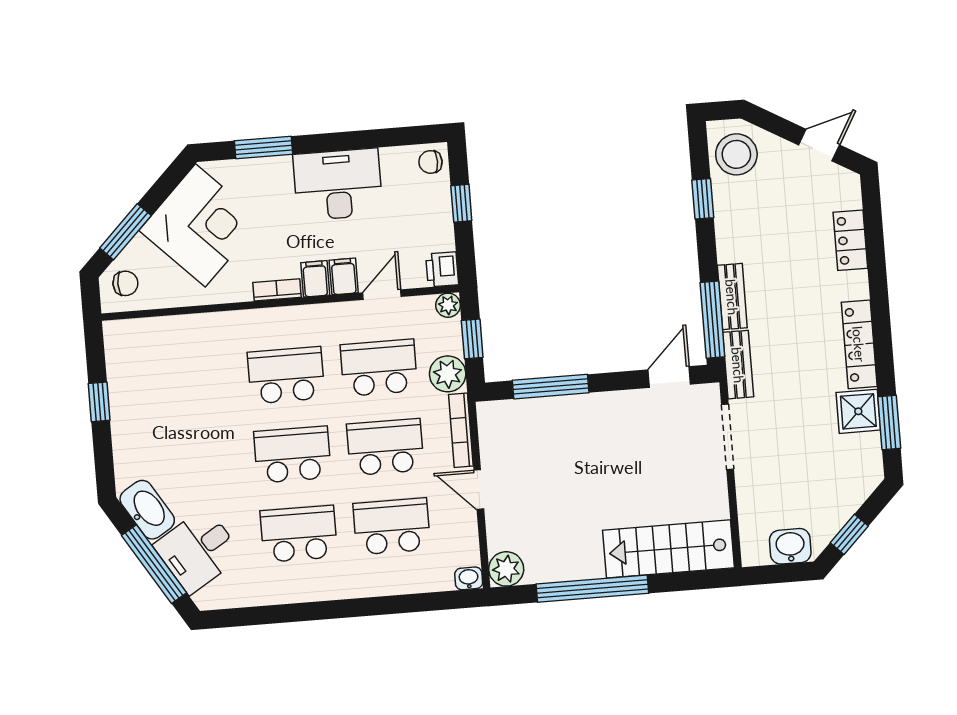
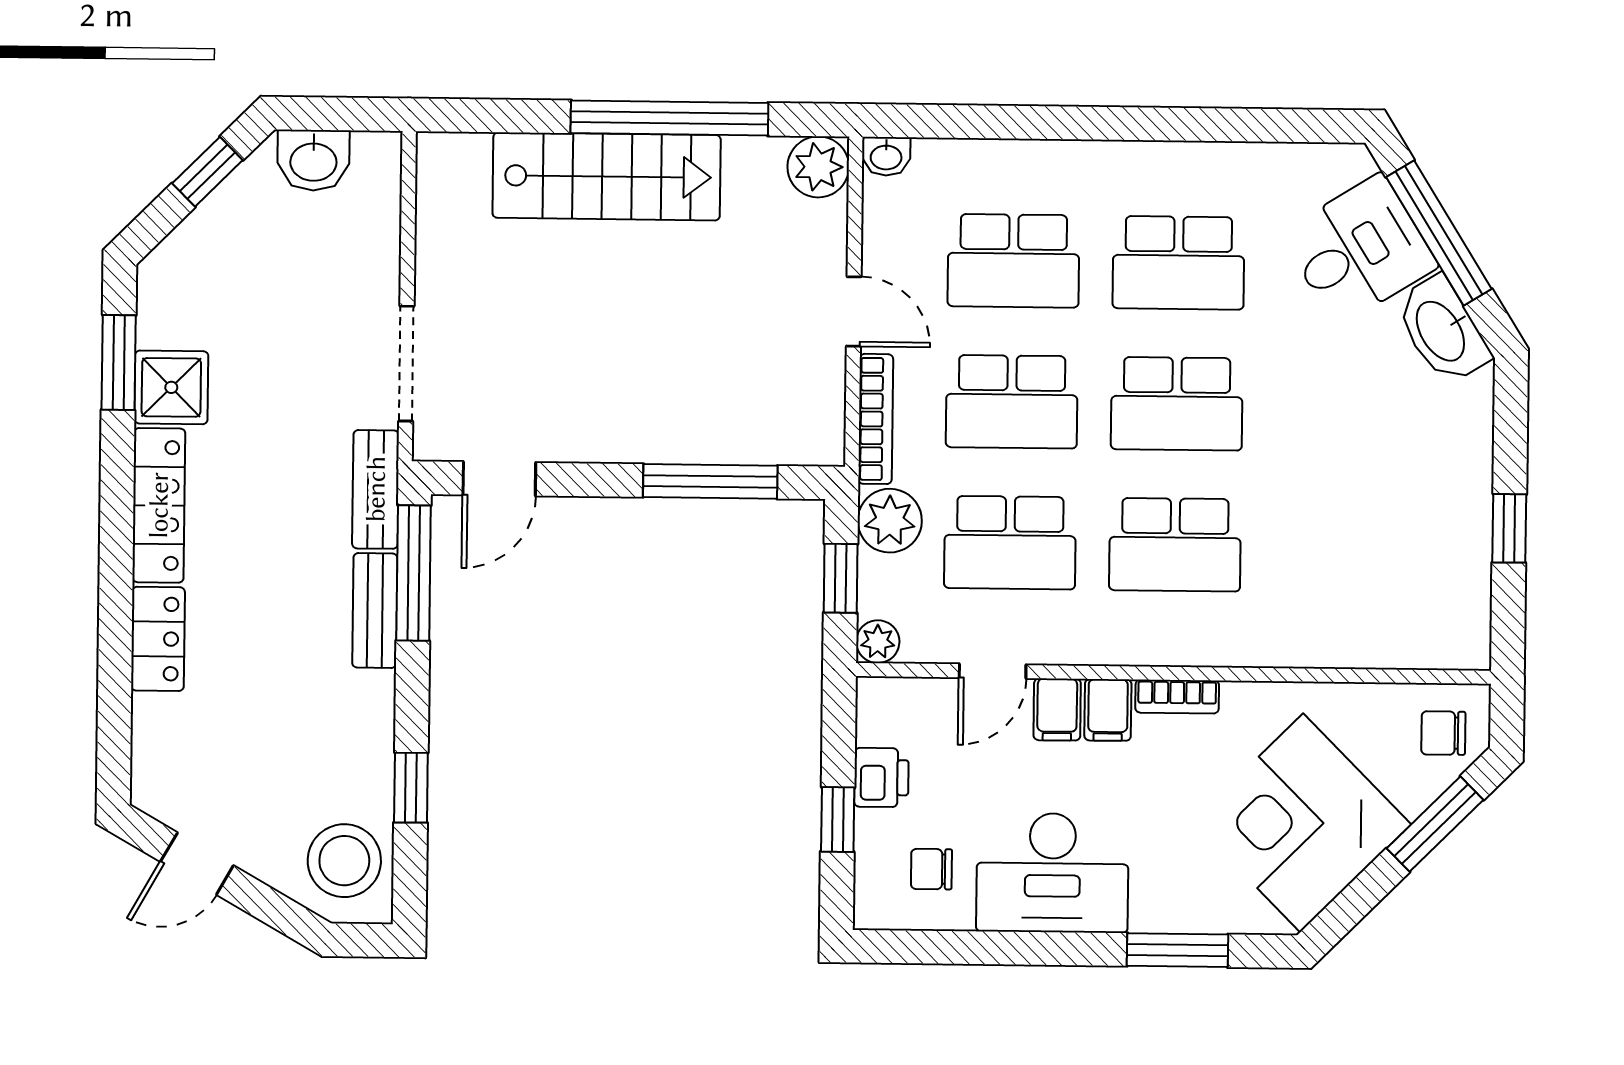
chair: (430, 162) -> (931, 869), moved, turned 180
locker: (850, 240) -> (158, 639), moved
printer: (442, 269) -> (881, 778), moved
stairs: (668, 549) -> (607, 176), moved

